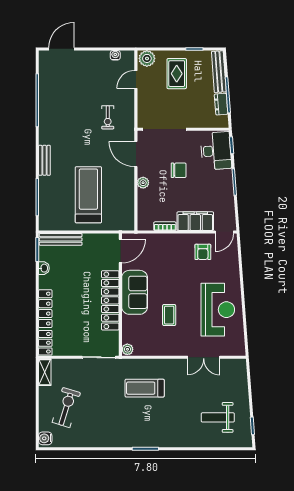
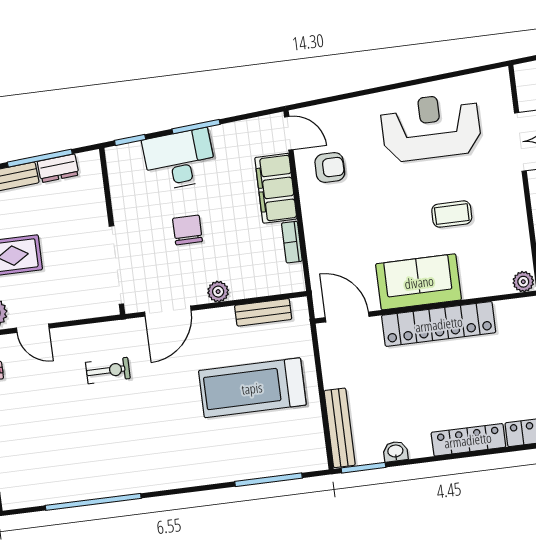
desk: (216, 151) -> (179, 160), moved
bench: (44, 160) -> (263, 312), moved

